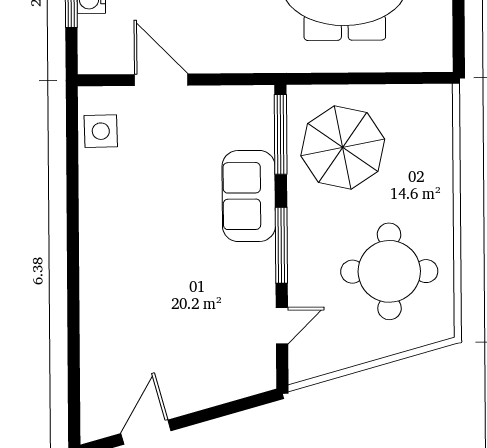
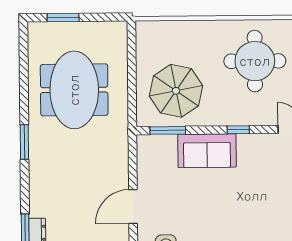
window: (281, 134) -> (168, 130), width x0.69
window: (281, 245) -> (238, 130), width x0.46

